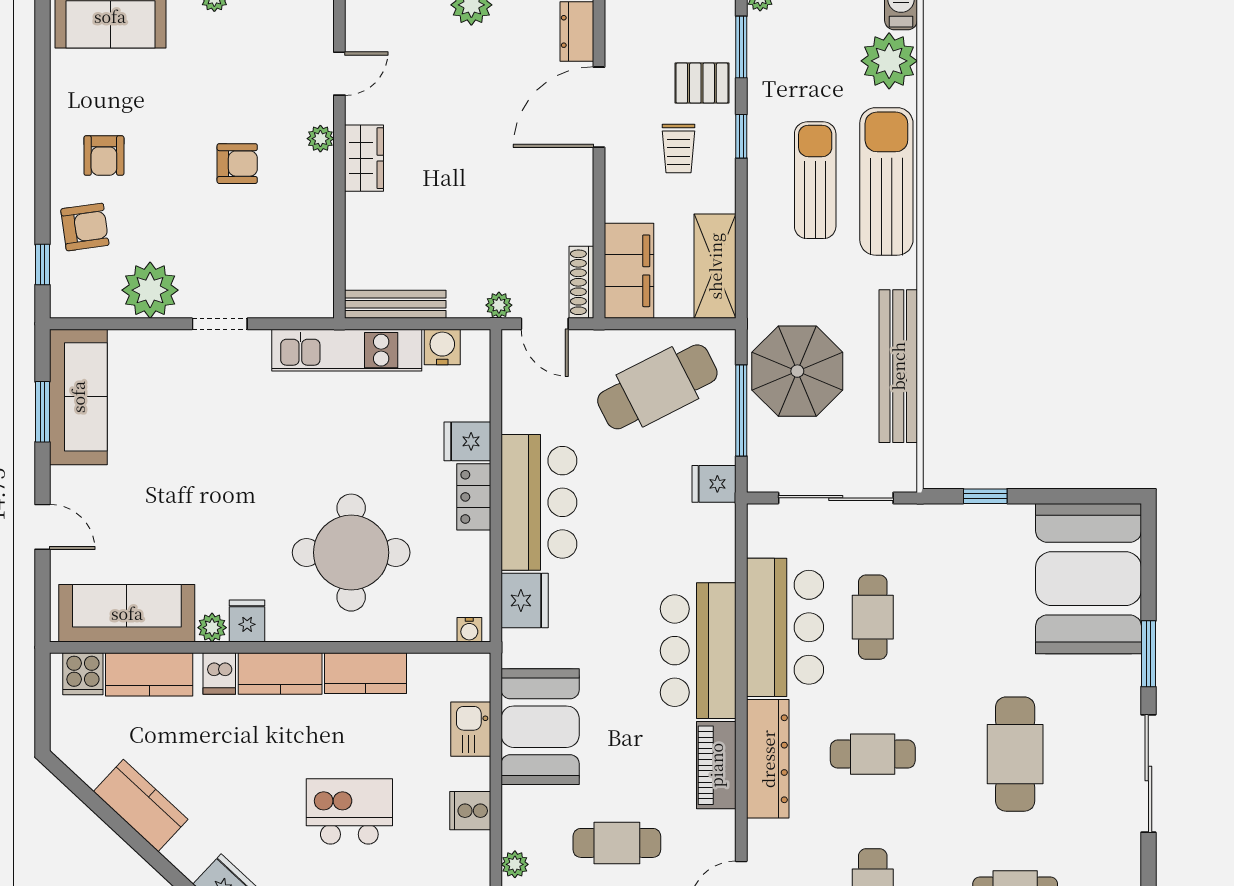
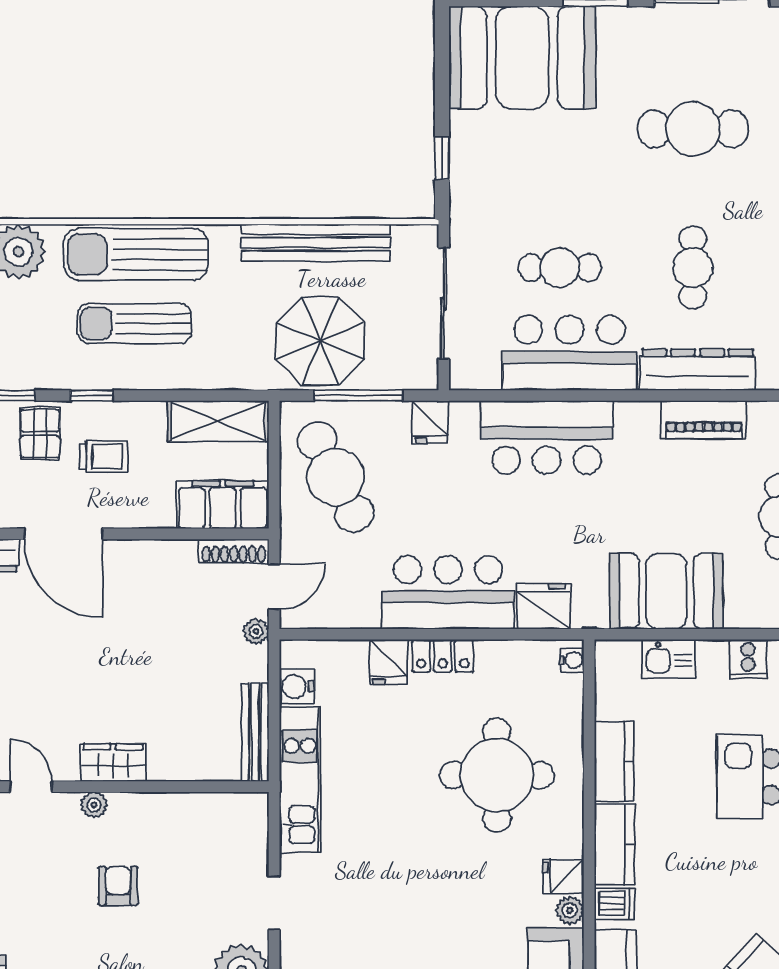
bar counter: (698, 651) -> (547, 437), moved

